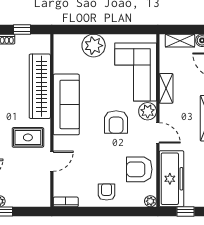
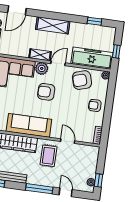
shelving: (166, 88) -> (40, 55), moved
armchair: (116, 122) -> (46, 92), turned 180
armchair: (139, 169) -> (82, 80), turned 73

